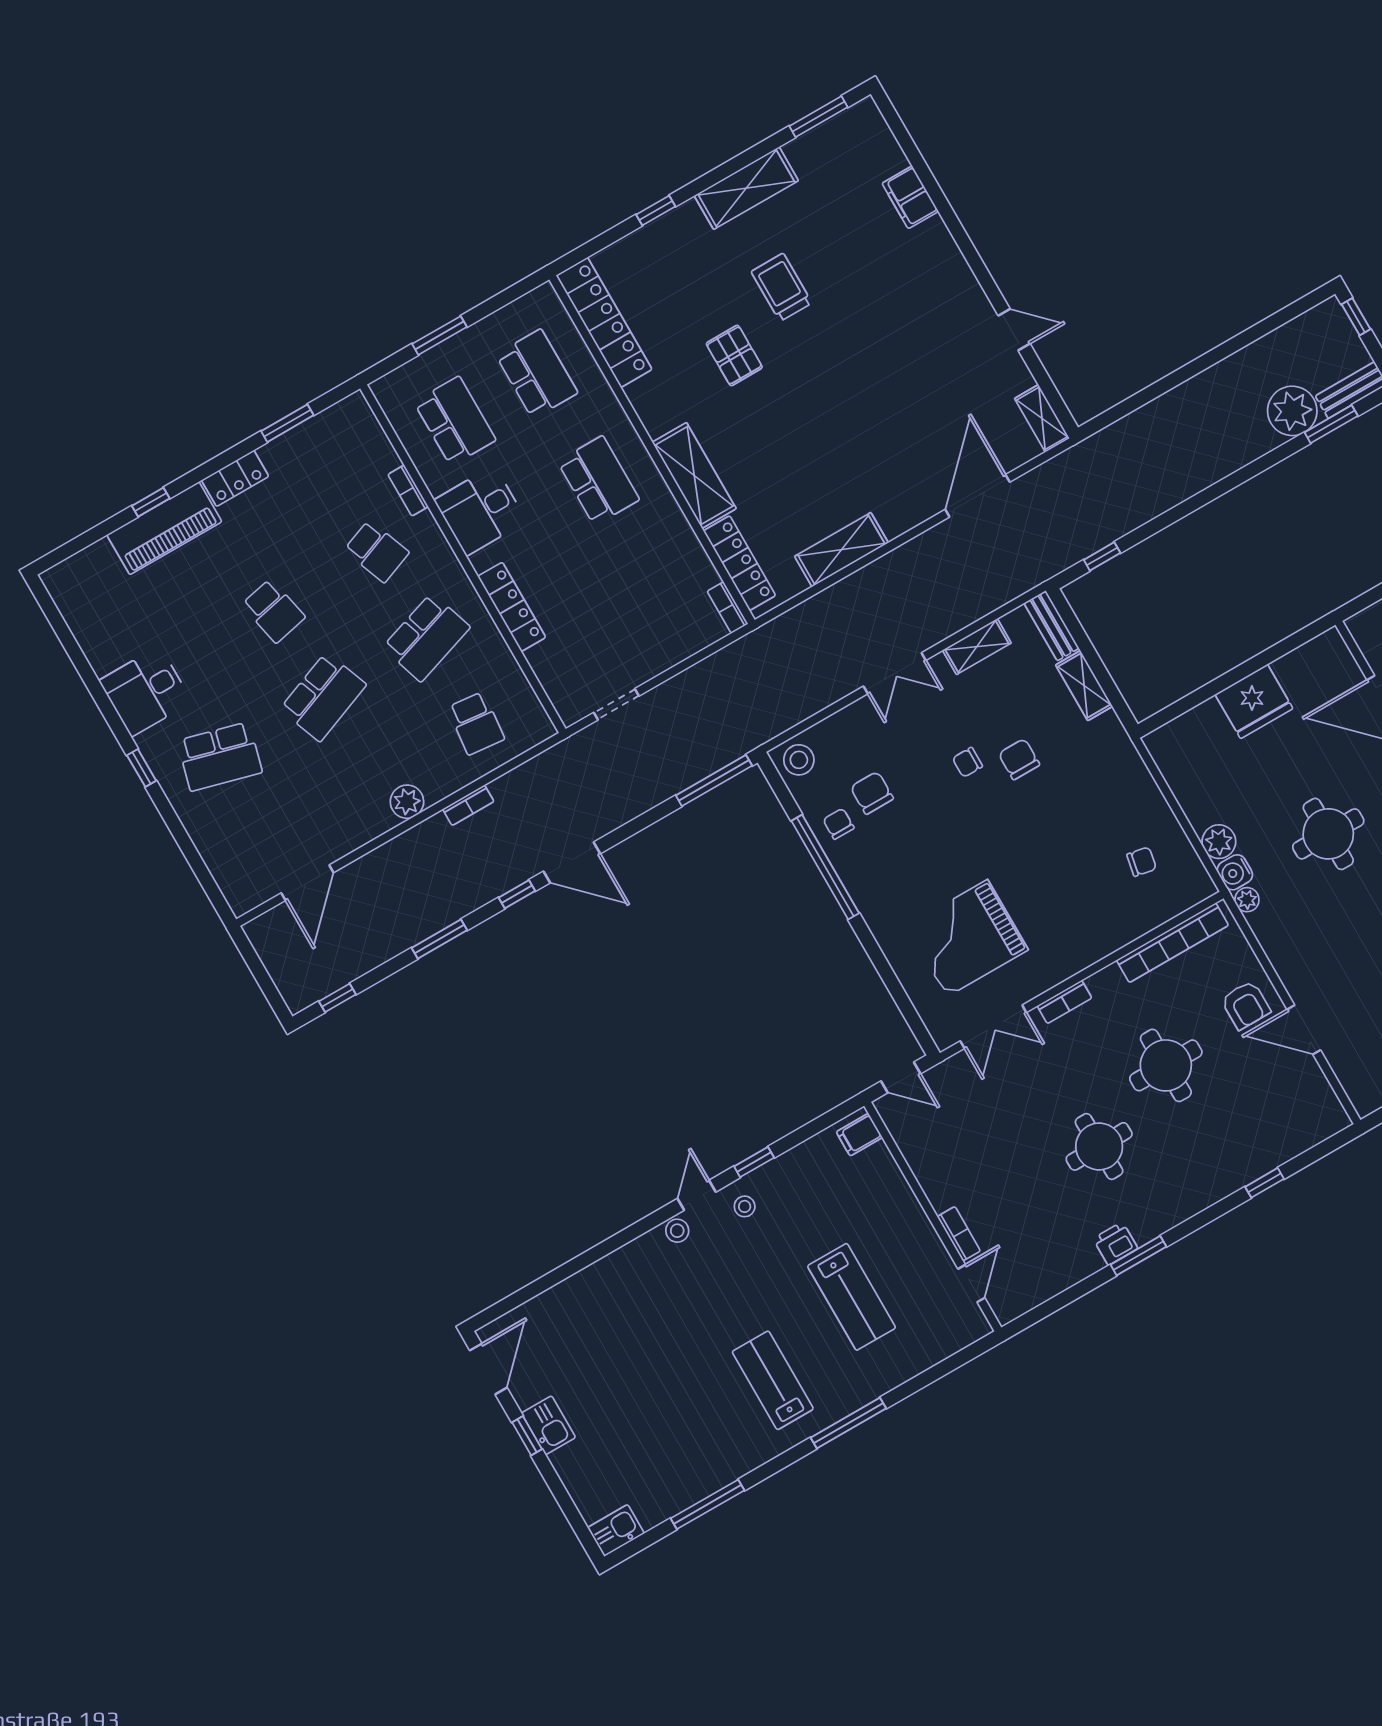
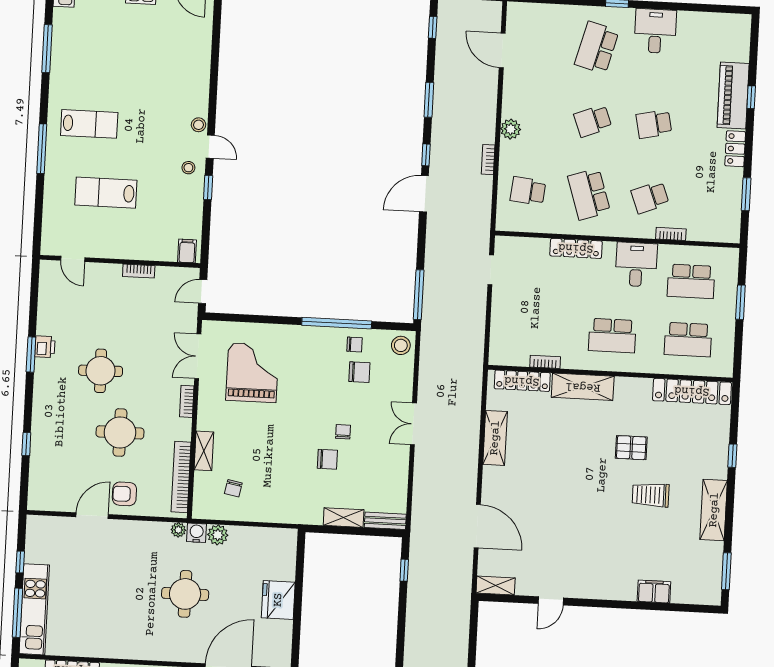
trolley: (782, 287) -> (651, 495), turned 180
bookcase: (728, 608) -> (545, 362), moved
shelving: (977, 647) -> (204, 451), moved
school desk: (323, 697) -> (593, 121), width x0.54
bookcase: (959, 1234) -> (139, 271), moved

